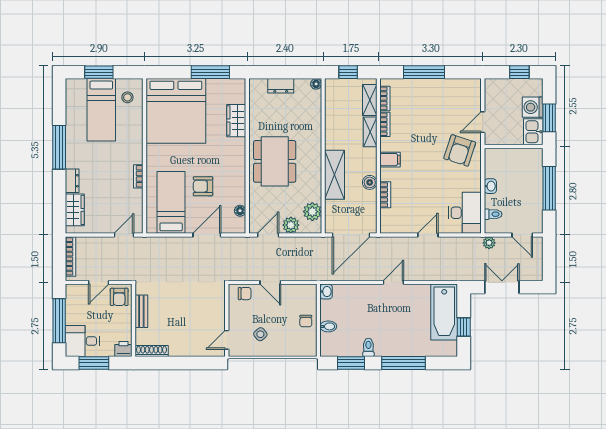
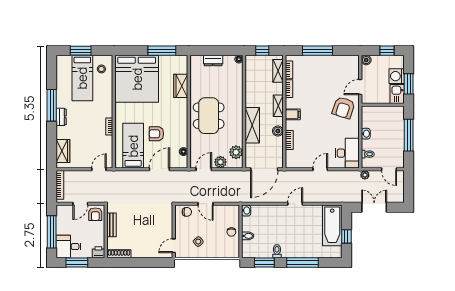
boiler: (491, 85) -> (366, 60), added
shelving: (370, 132) -> (278, 106), moved
dresser: (72, 181) -> (61, 117), moved

